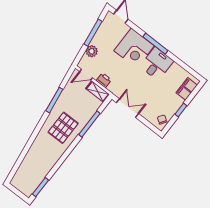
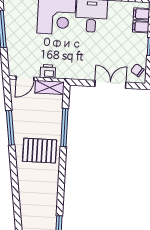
plant: (92, 51) -> (14, 50), removed
double door: (128, 108) -> (110, 84), moved
pallet: (63, 128) -> (40, 151), turned 90

